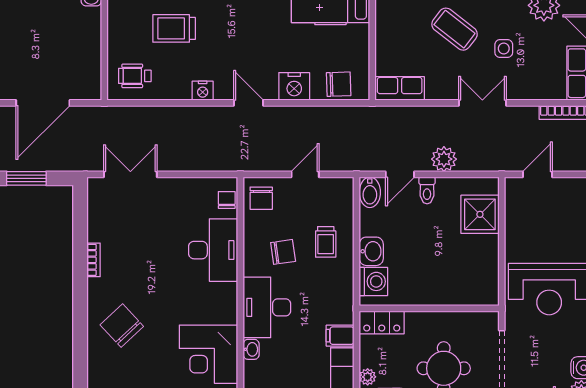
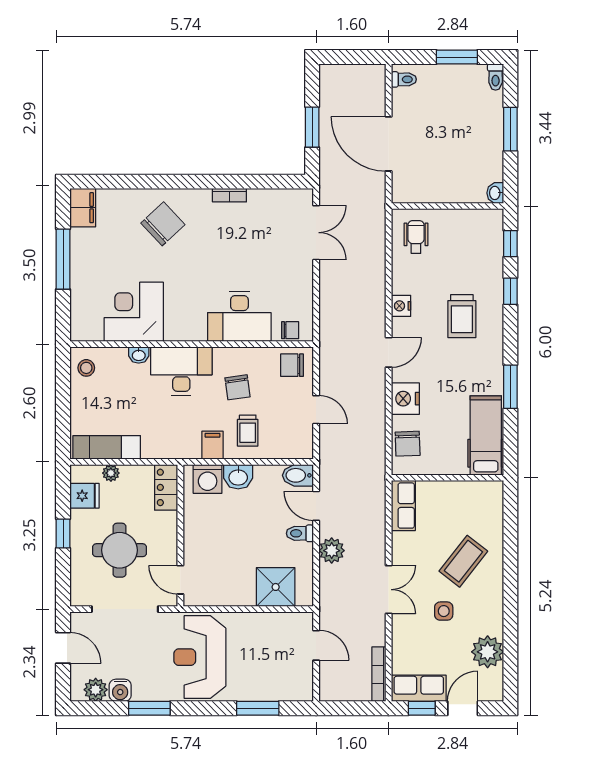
trolley: (174, 28) -> (462, 316), moved, turned 180
trolley: (326, 242) -> (248, 431), turned -90
door: (473, 308) -> (180, 580), added
filing cabinet: (340, 336) -> (212, 445), moved

